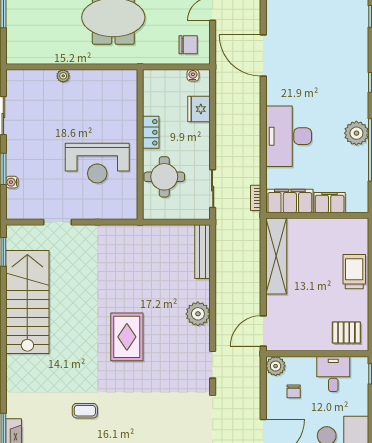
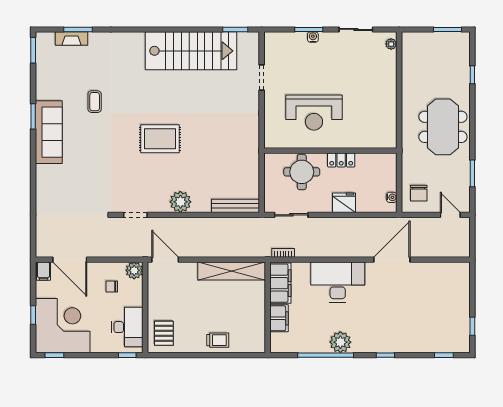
door: (263, 56) -> (392, 260), moved
plant: (63, 76) -> (391, 44), moved
fridge: (199, 109) -> (344, 203), moved
reception desk: (97, 163) -> (314, 113), turned -90
water cooler: (12, 182) -> (313, 37), moved
trolley: (354, 272) -> (218, 340), width x0.73, depth x0.72
desk: (333, 374) -> (127, 327), width x1.37

